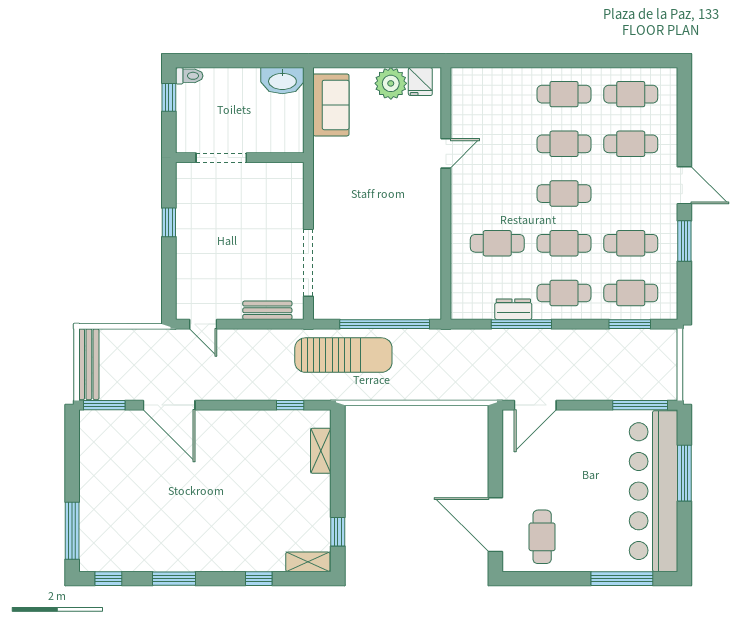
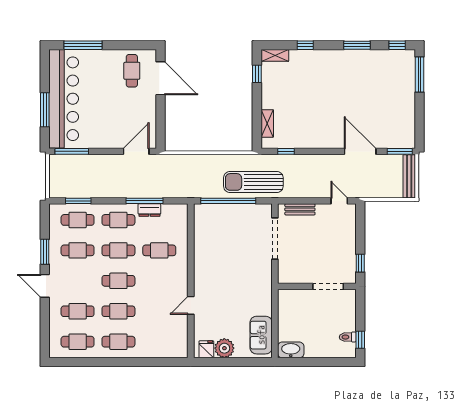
toilet: (189, 76) -> (348, 337), moved
doorway: (221, 158) -> (328, 286), moved
wall: (240, 158) -> (317, 286), moved

